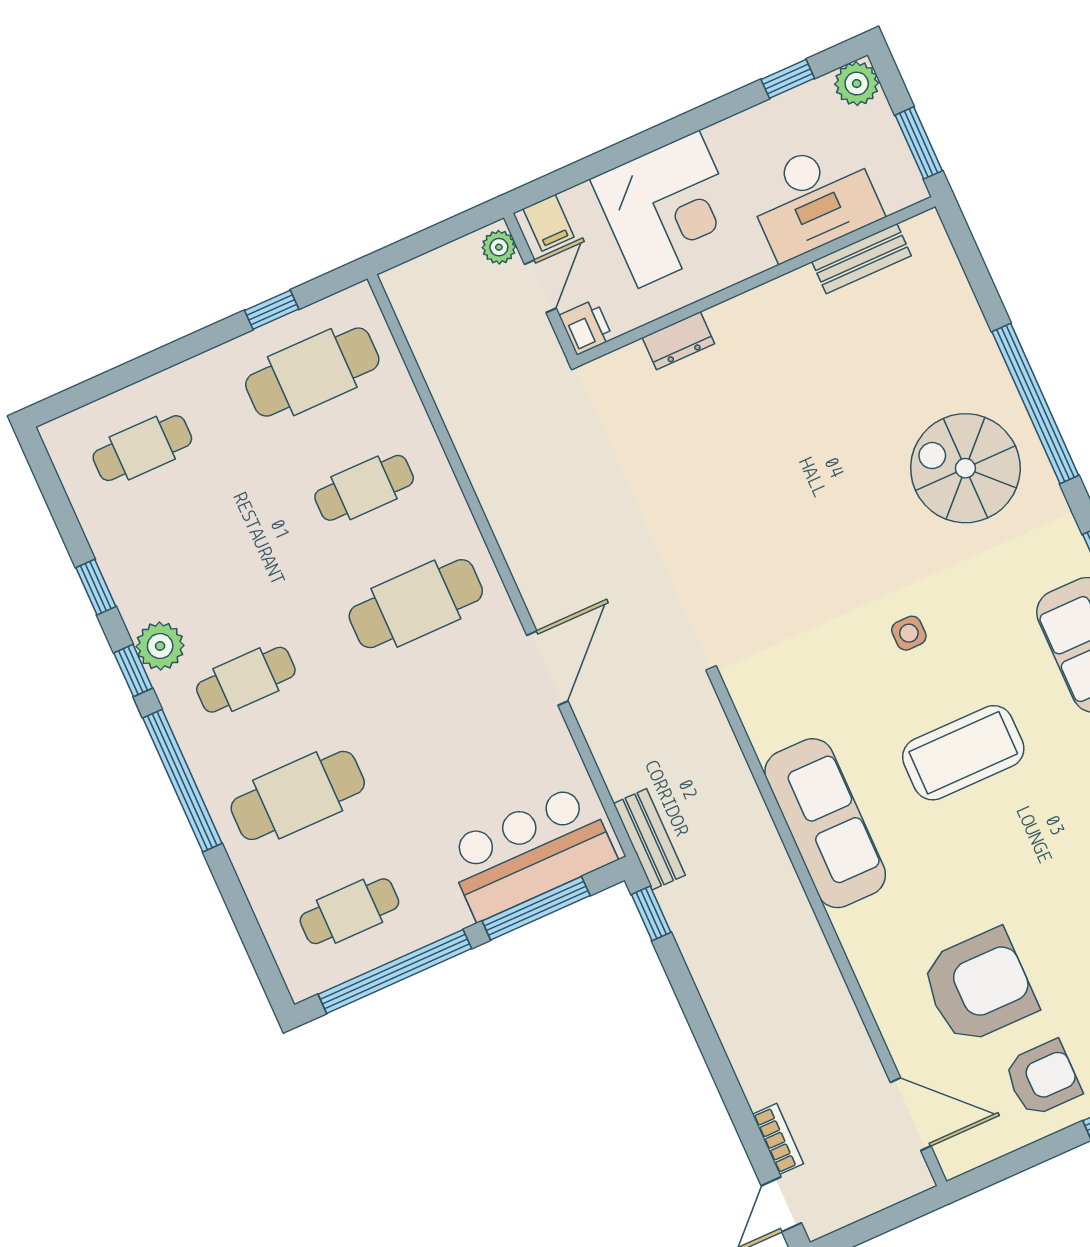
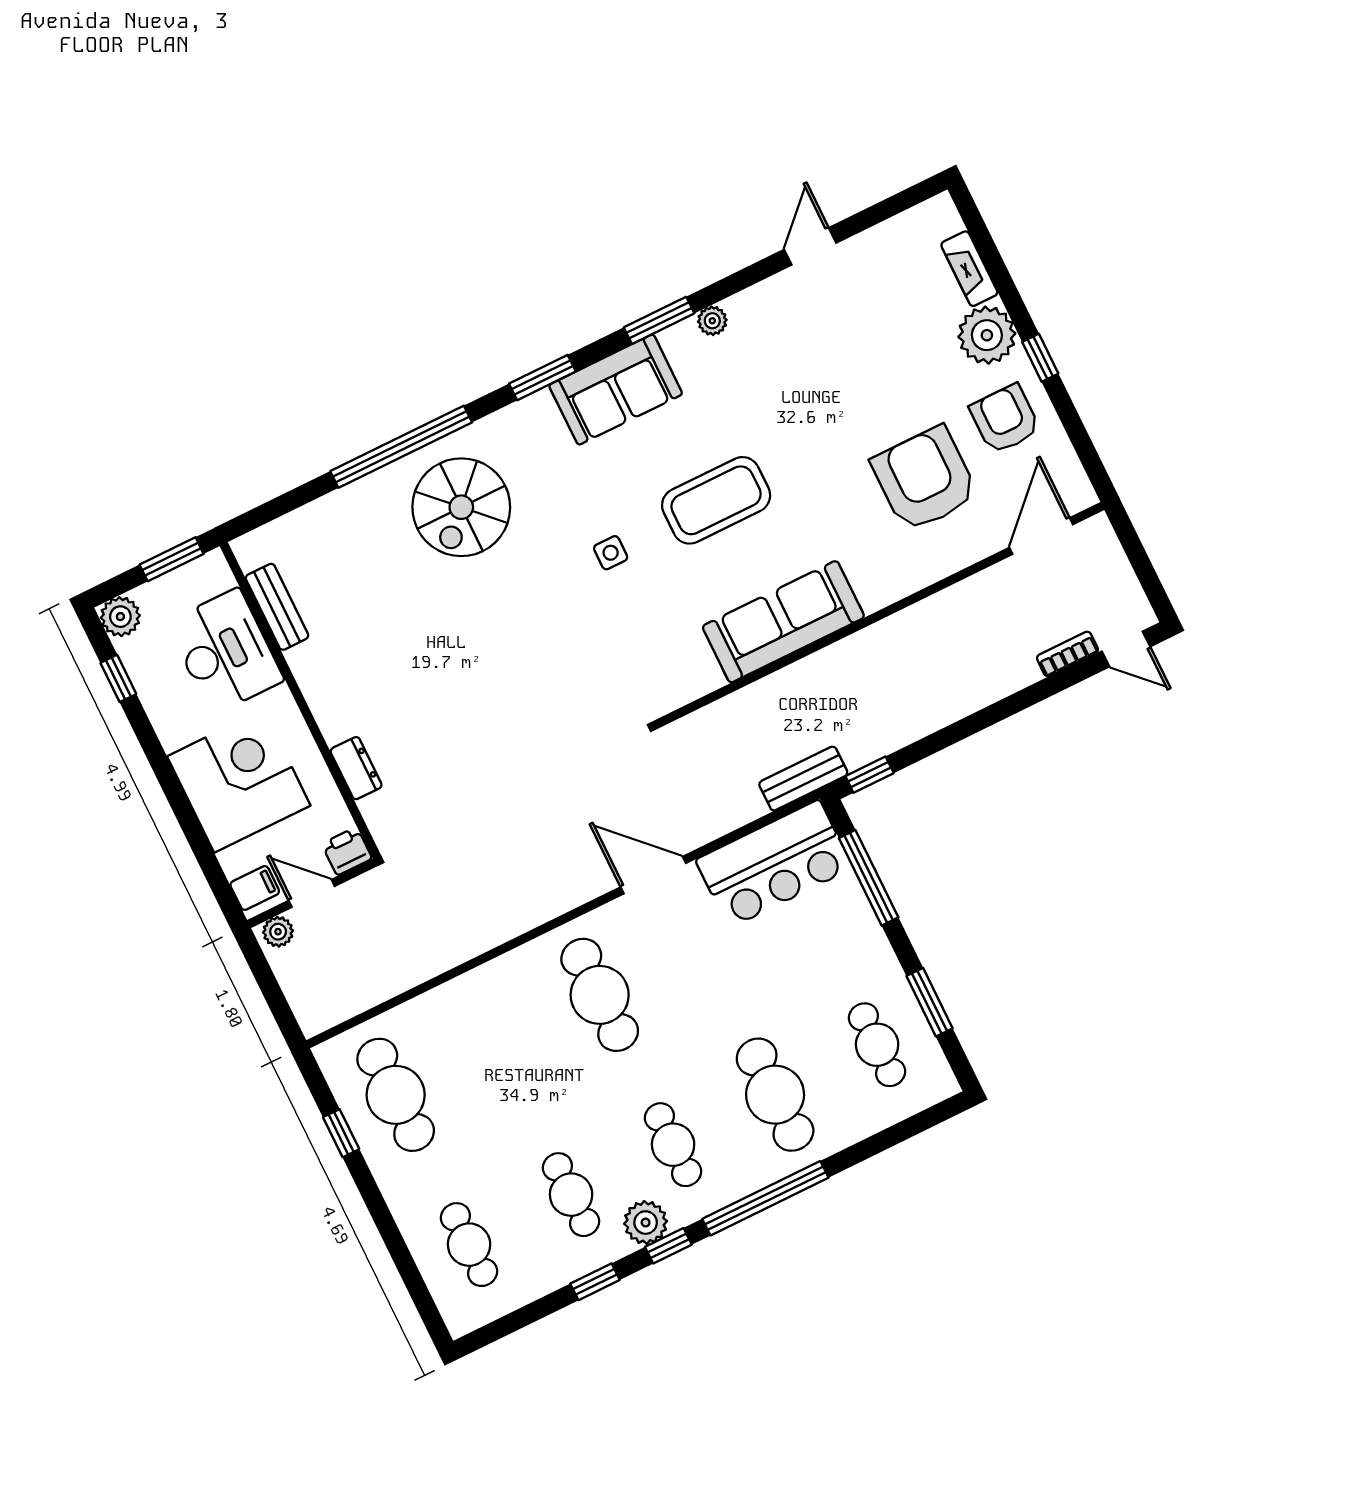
cafe table: (364, 488) -> (571, 1195), moved
coffee table: (963, 753) -> (716, 500), turned 90
bar counter: (530, 852) -> (774, 864), moved, turned -90
window: (395, 971) -> (930, 1002), width x0.47

